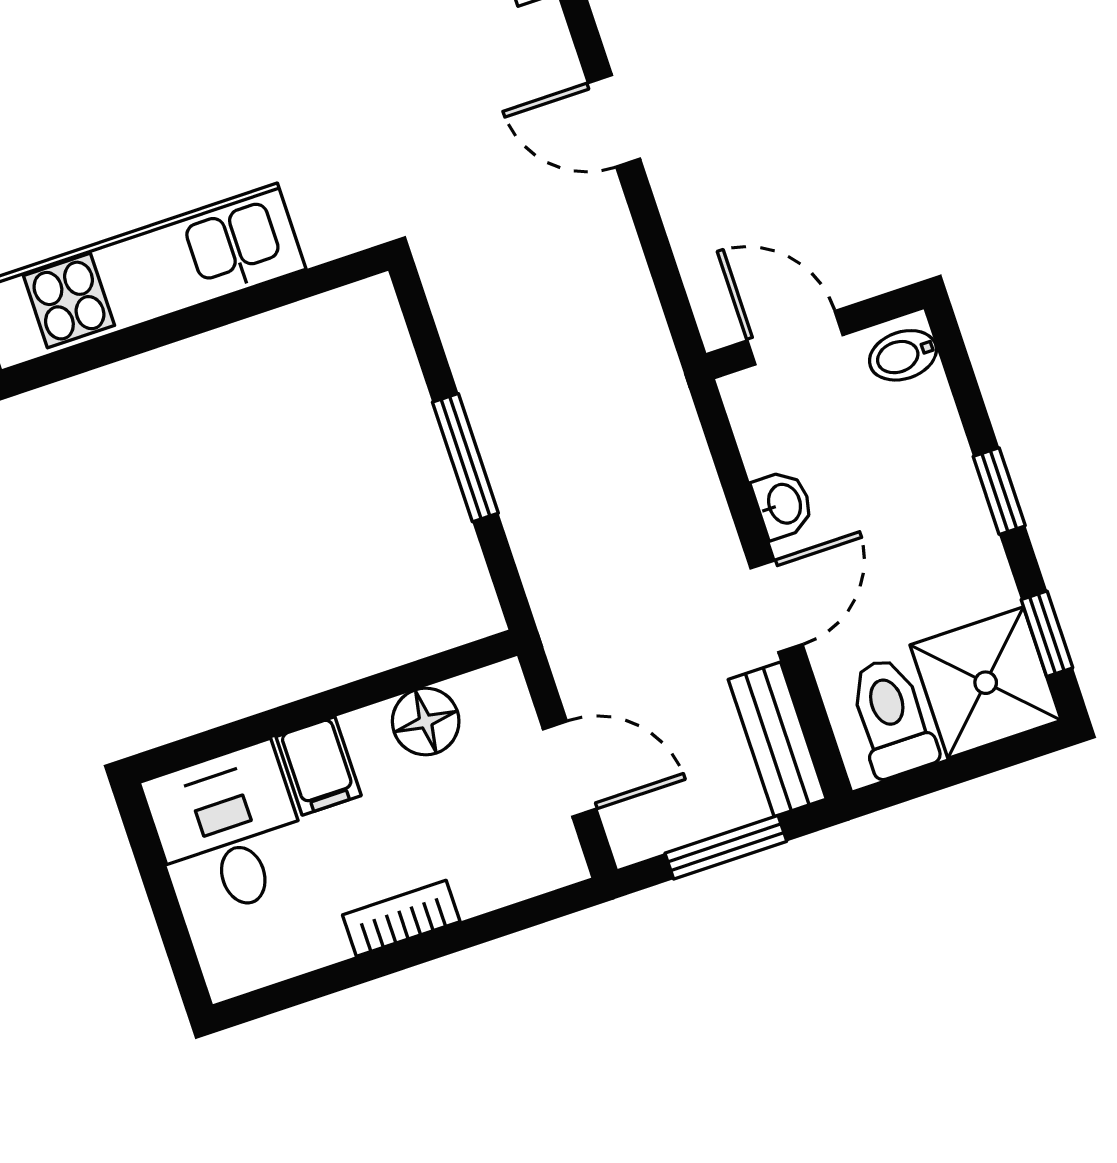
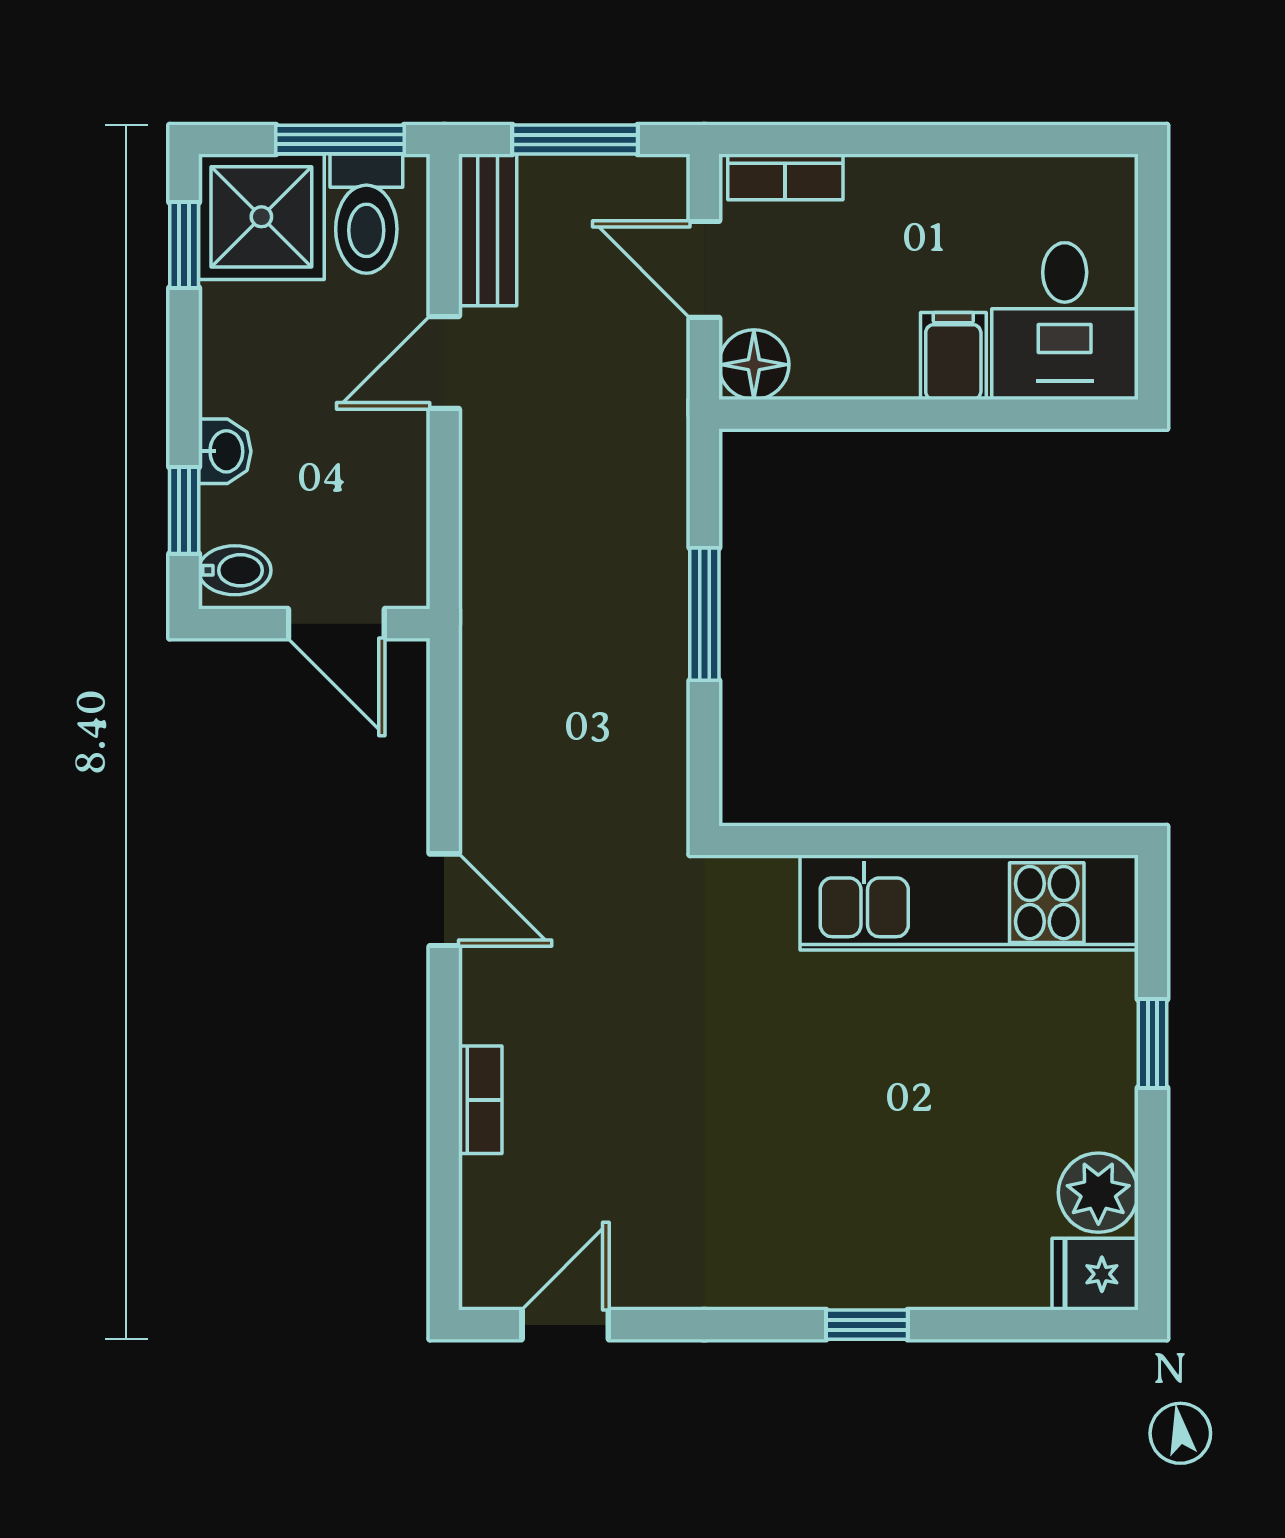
window: (999, 491) -> (184, 510), moved
washbasin: (783, 504) -> (225, 451), moved, turned 180
floor lamp: (426, 722) -> (754, 365), moved
window: (938, 776) -> (340, 139), added
bookcase: (401, 918) -> (785, 177), moved

